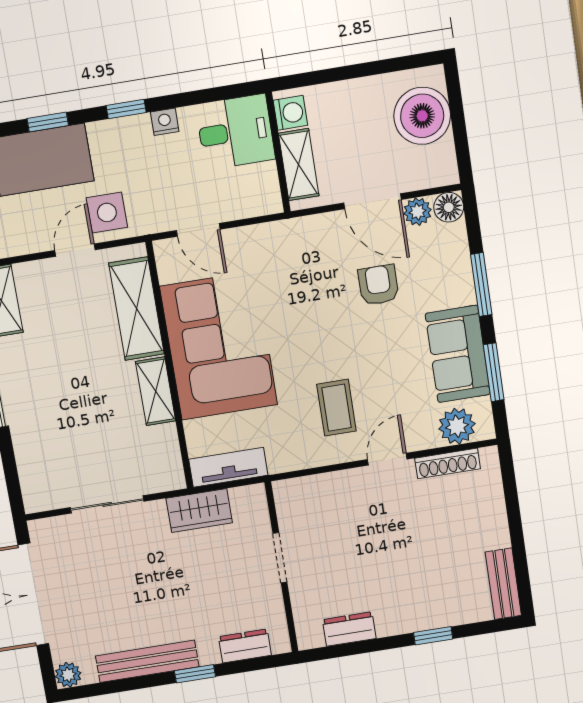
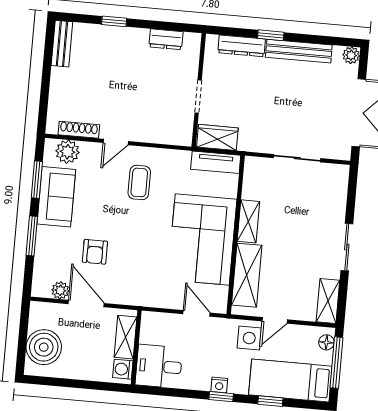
nightstand: (165, 122) -> (219, 385), moved
floor lamp: (449, 207) -> (41, 288), removed
wardrobe: (199, 511) -> (217, 137), moved
dresser: (245, 646) -> (242, 46), width x1.44

